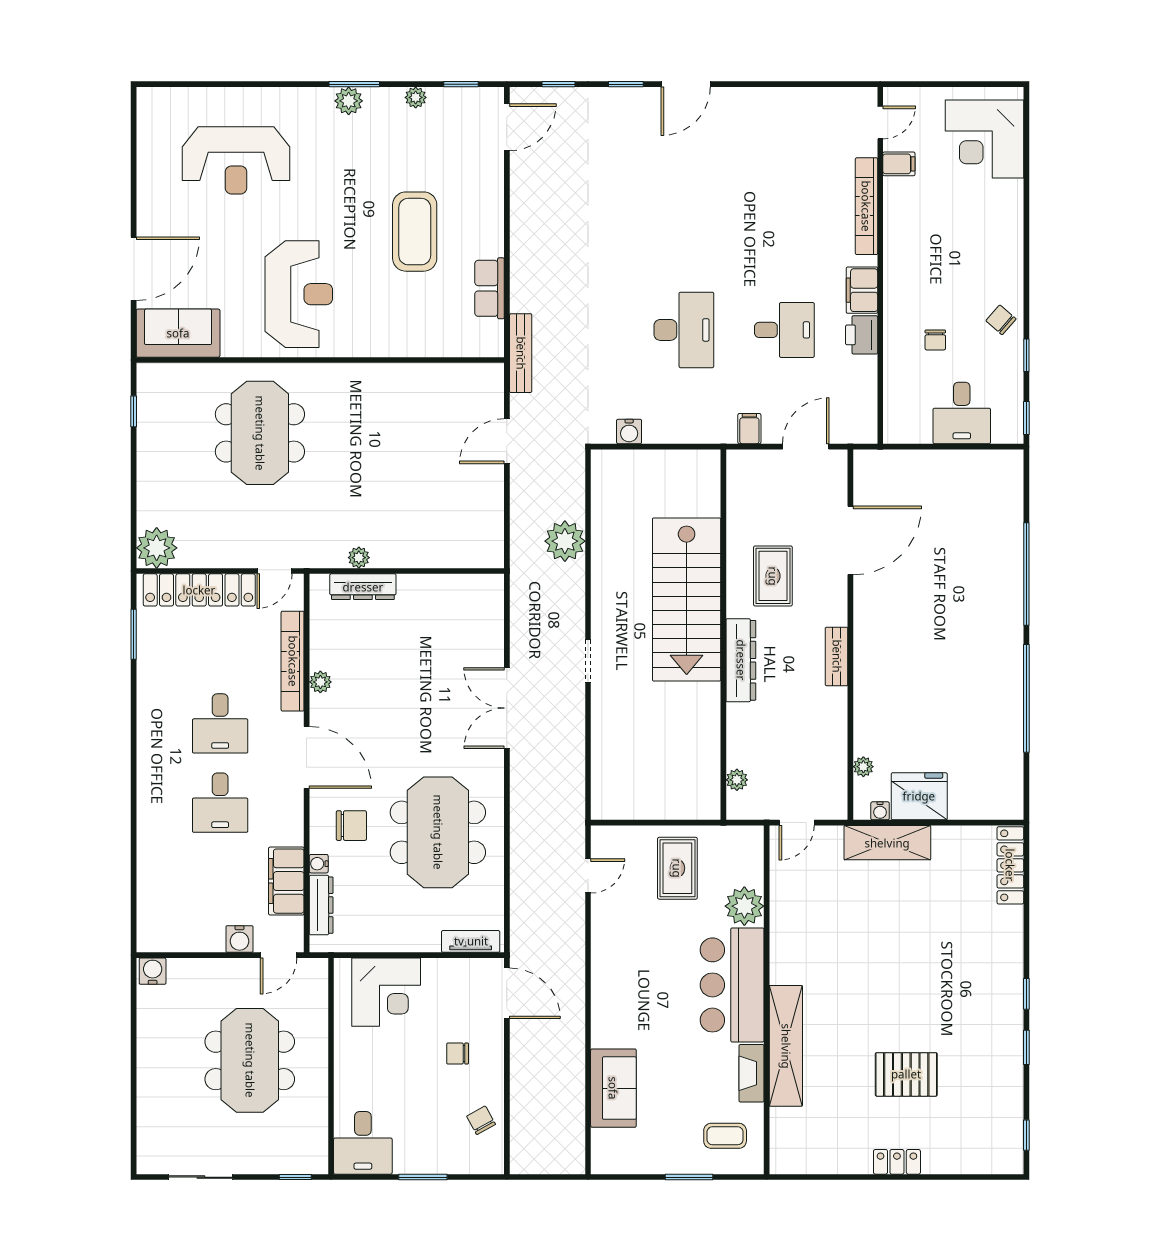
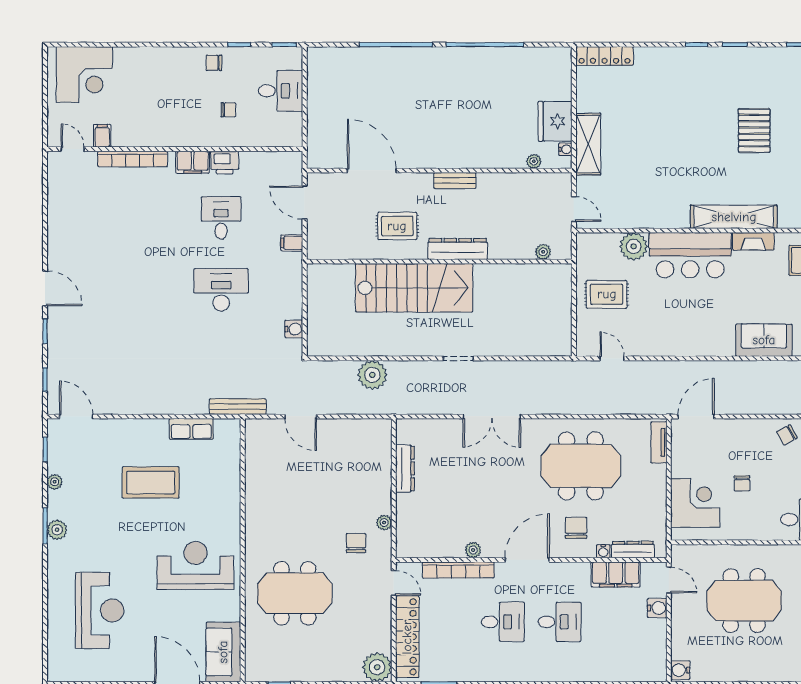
chair: (1001, 320) -> (214, 63), turned 49
chair: (330, 518) -> (356, 543), added
dresser: (363, 587) -> (405, 468), moved
chair: (458, 1054) -> (742, 483), moved

